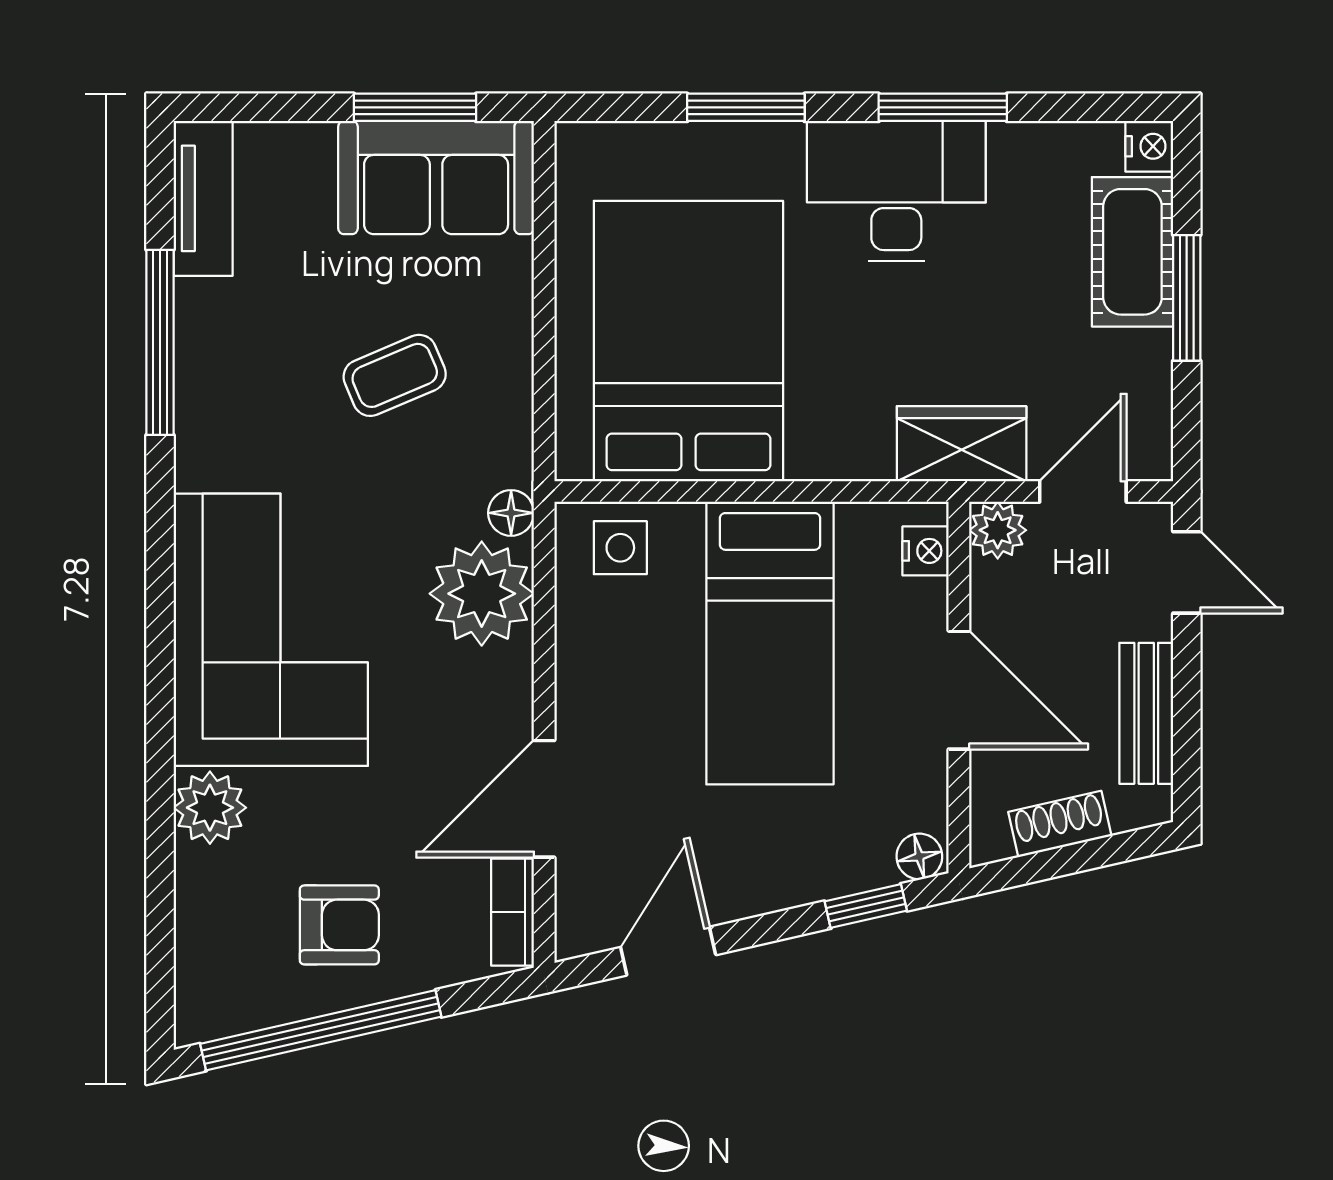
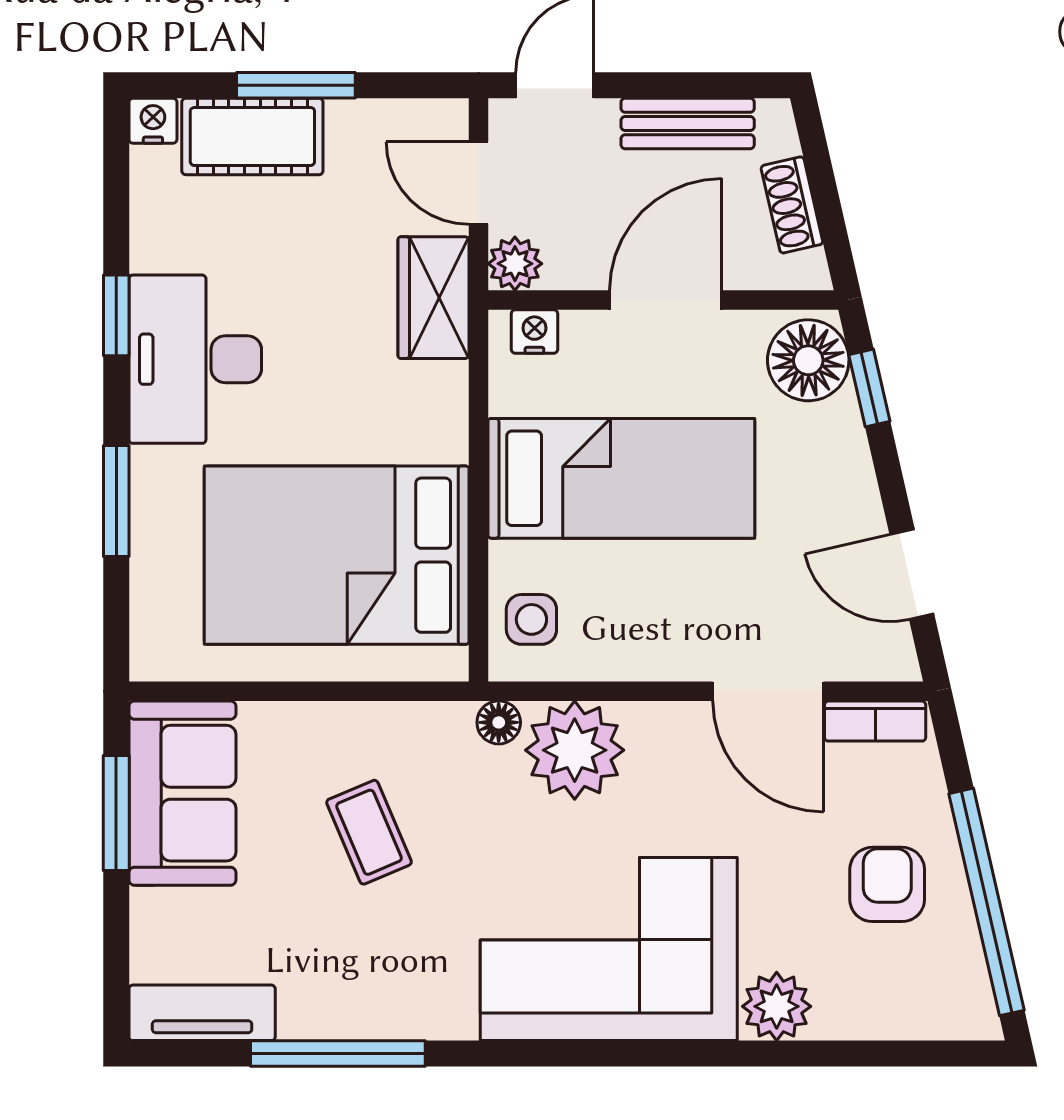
window: (943, 107) -> (116, 315), width x0.67
floor lamp: (919, 856) -> (808, 360), width x1.89, depth x1.89

